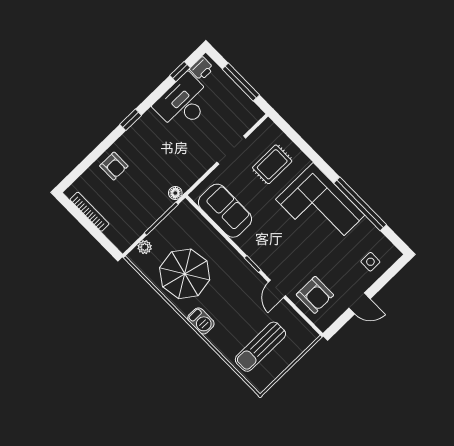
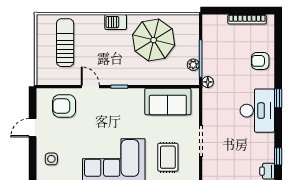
desk: (184, 103) -> (257, 111), moved
plant: (145, 247) -> (193, 65), moved

